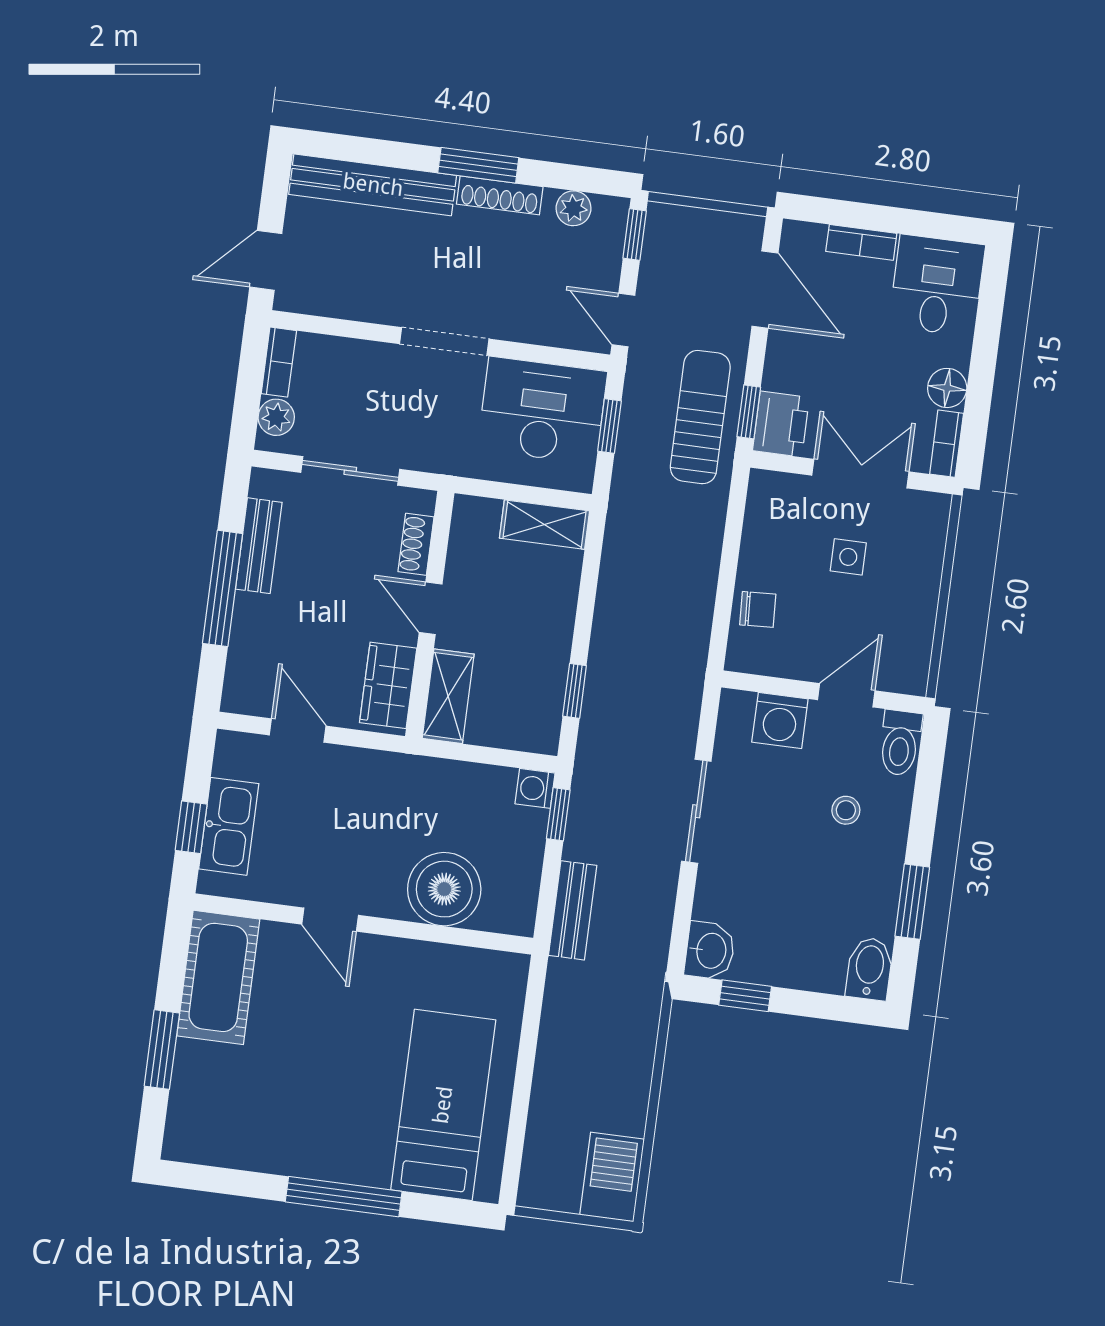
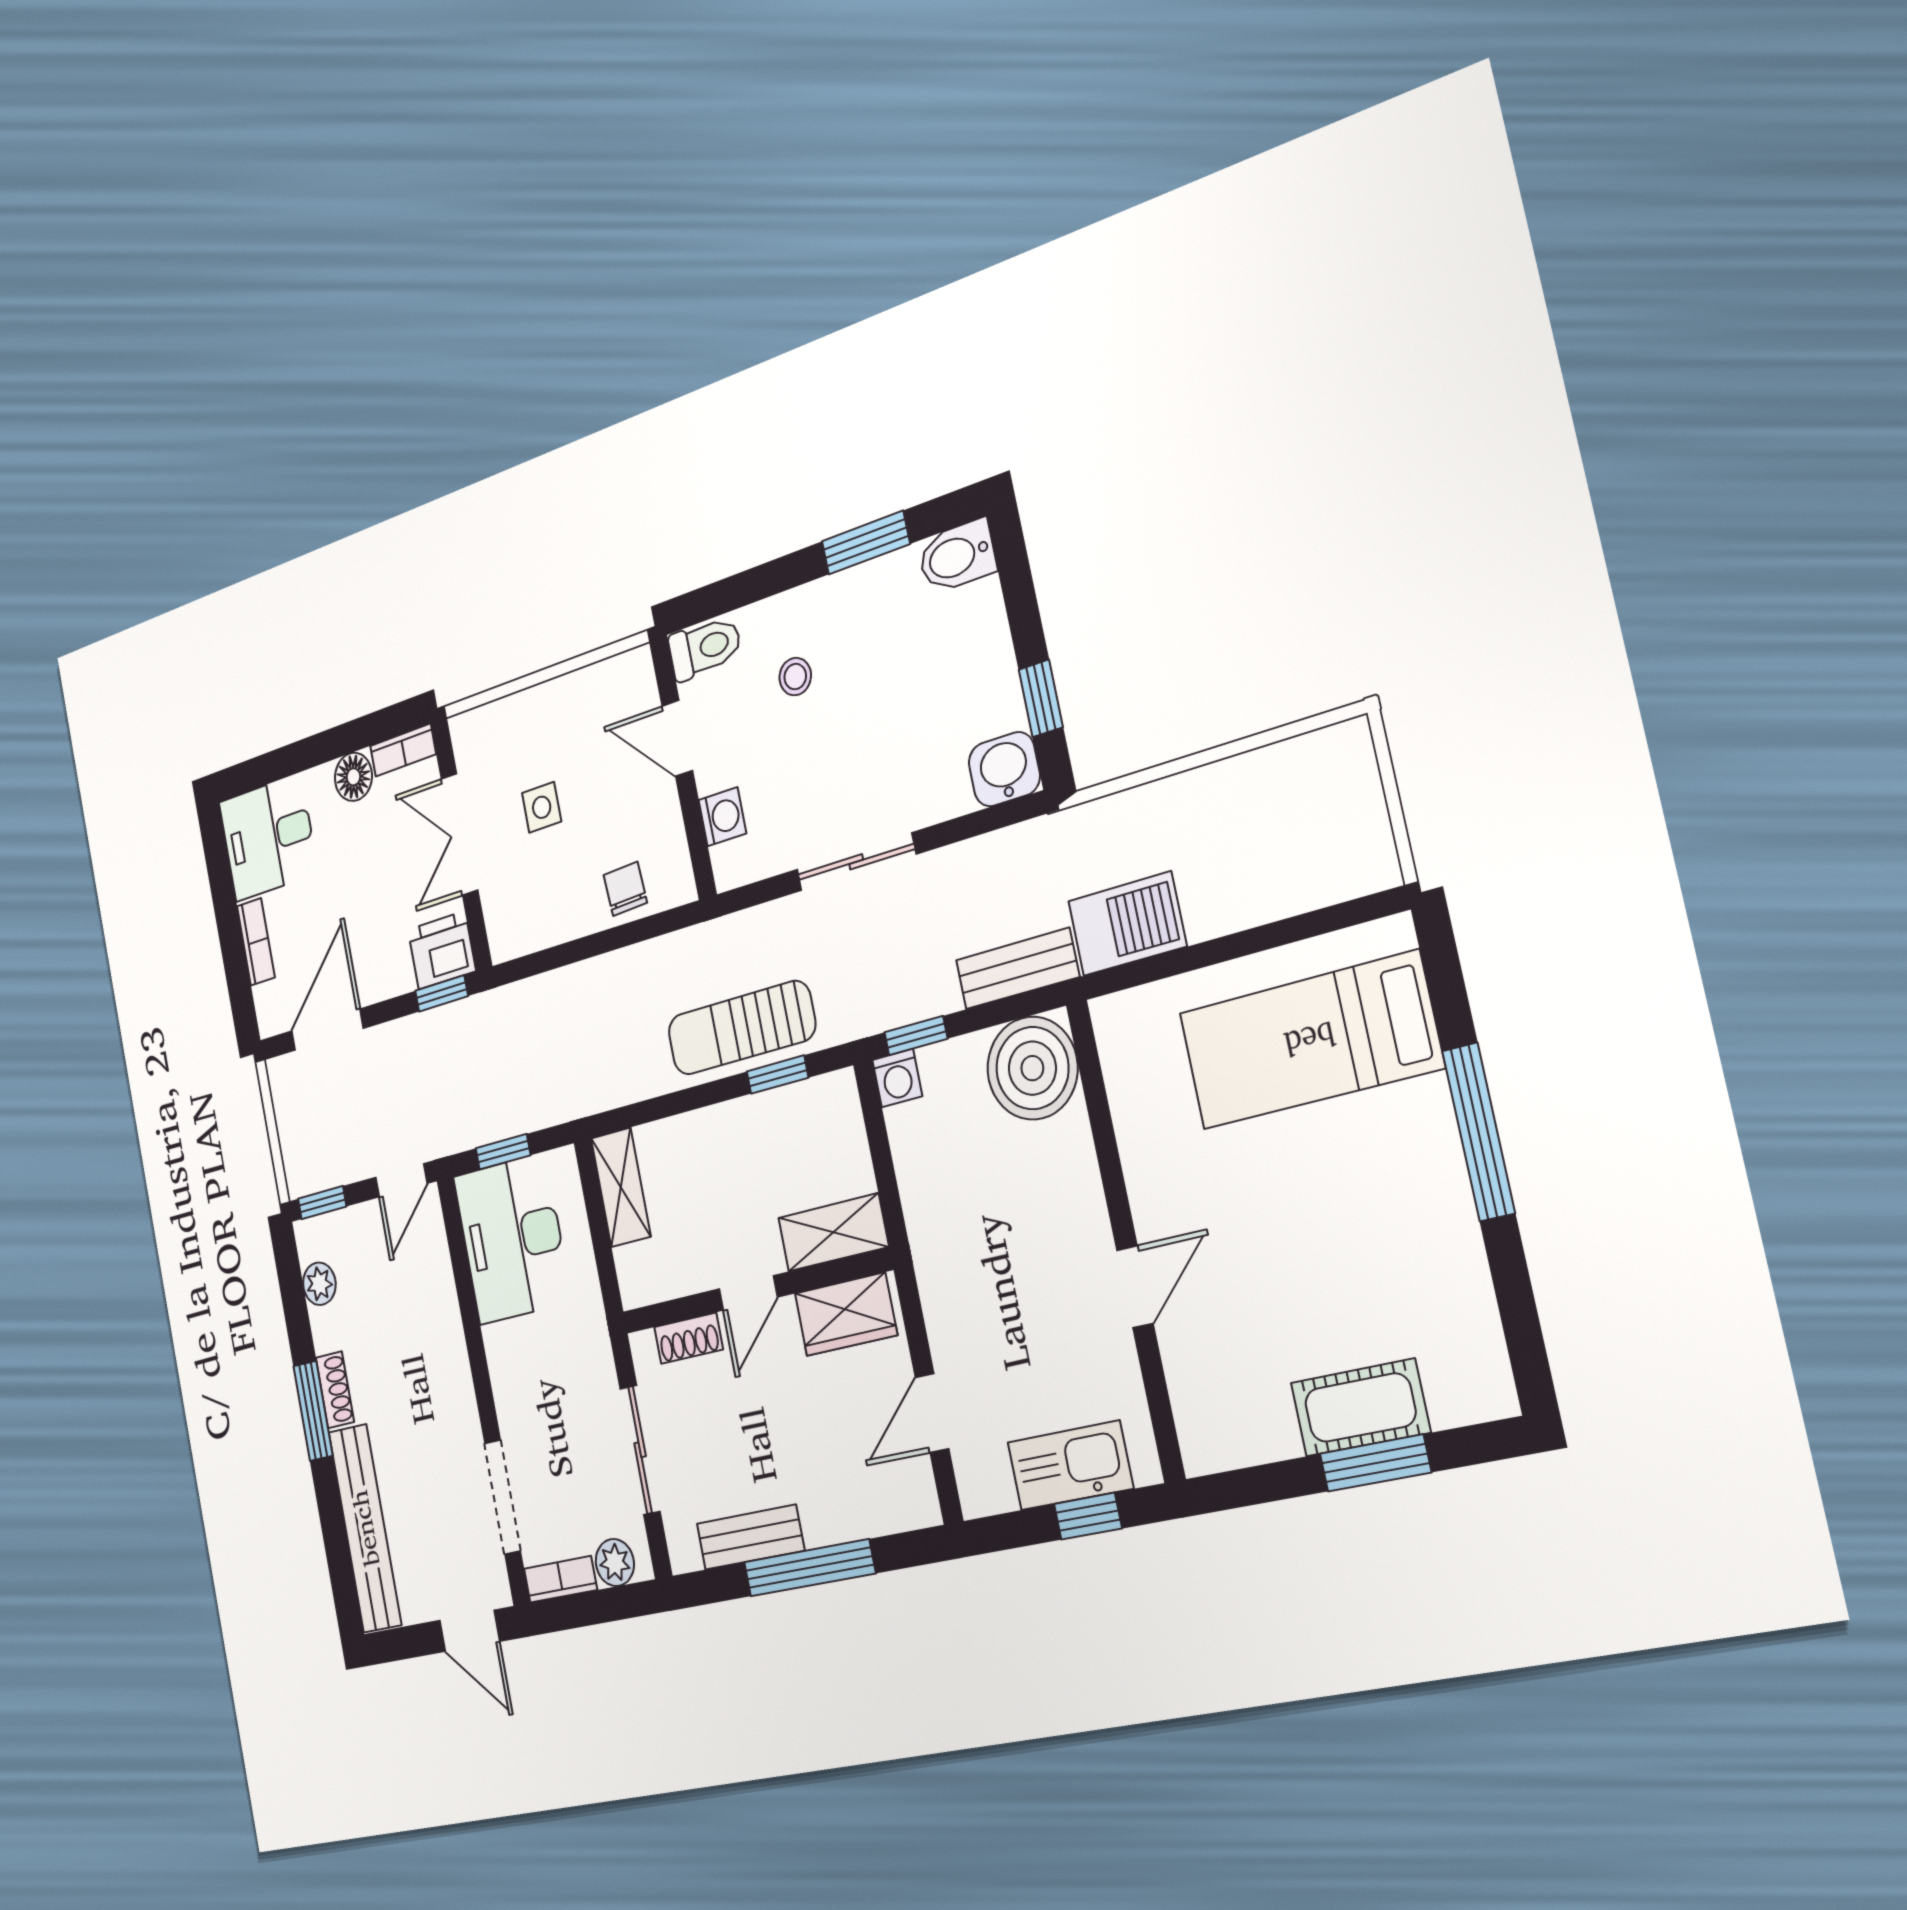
shoe rack: (500, 195) -> (335, 1390), width x0.70
doorway: (444, 341) -> (503, 1497), moved
sun lounger: (700, 417) -> (741, 1028), moved
washing machine: (780, 720) -> (722, 817), width x0.73, depth x0.73
boiler: (444, 889) -> (1032, 1068), moved
cot: (218, 977) -> (1360, 1408), moved, width x0.73, depth x0.75
barbecue: (612, 1177) -> (1127, 924), moved, turned 180

